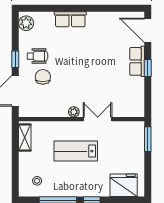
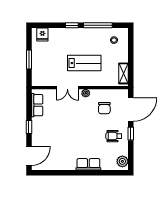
door: (148, 30) -> (29, 156), hinge flipped
row of seats: (137, 61) -> (37, 105), moved
chair: (43, 77) -> (104, 108), moved
window: (148, 139) -> (29, 60), moved
fridge: (124, 185) -> (42, 34), width x0.53, depth x0.75

